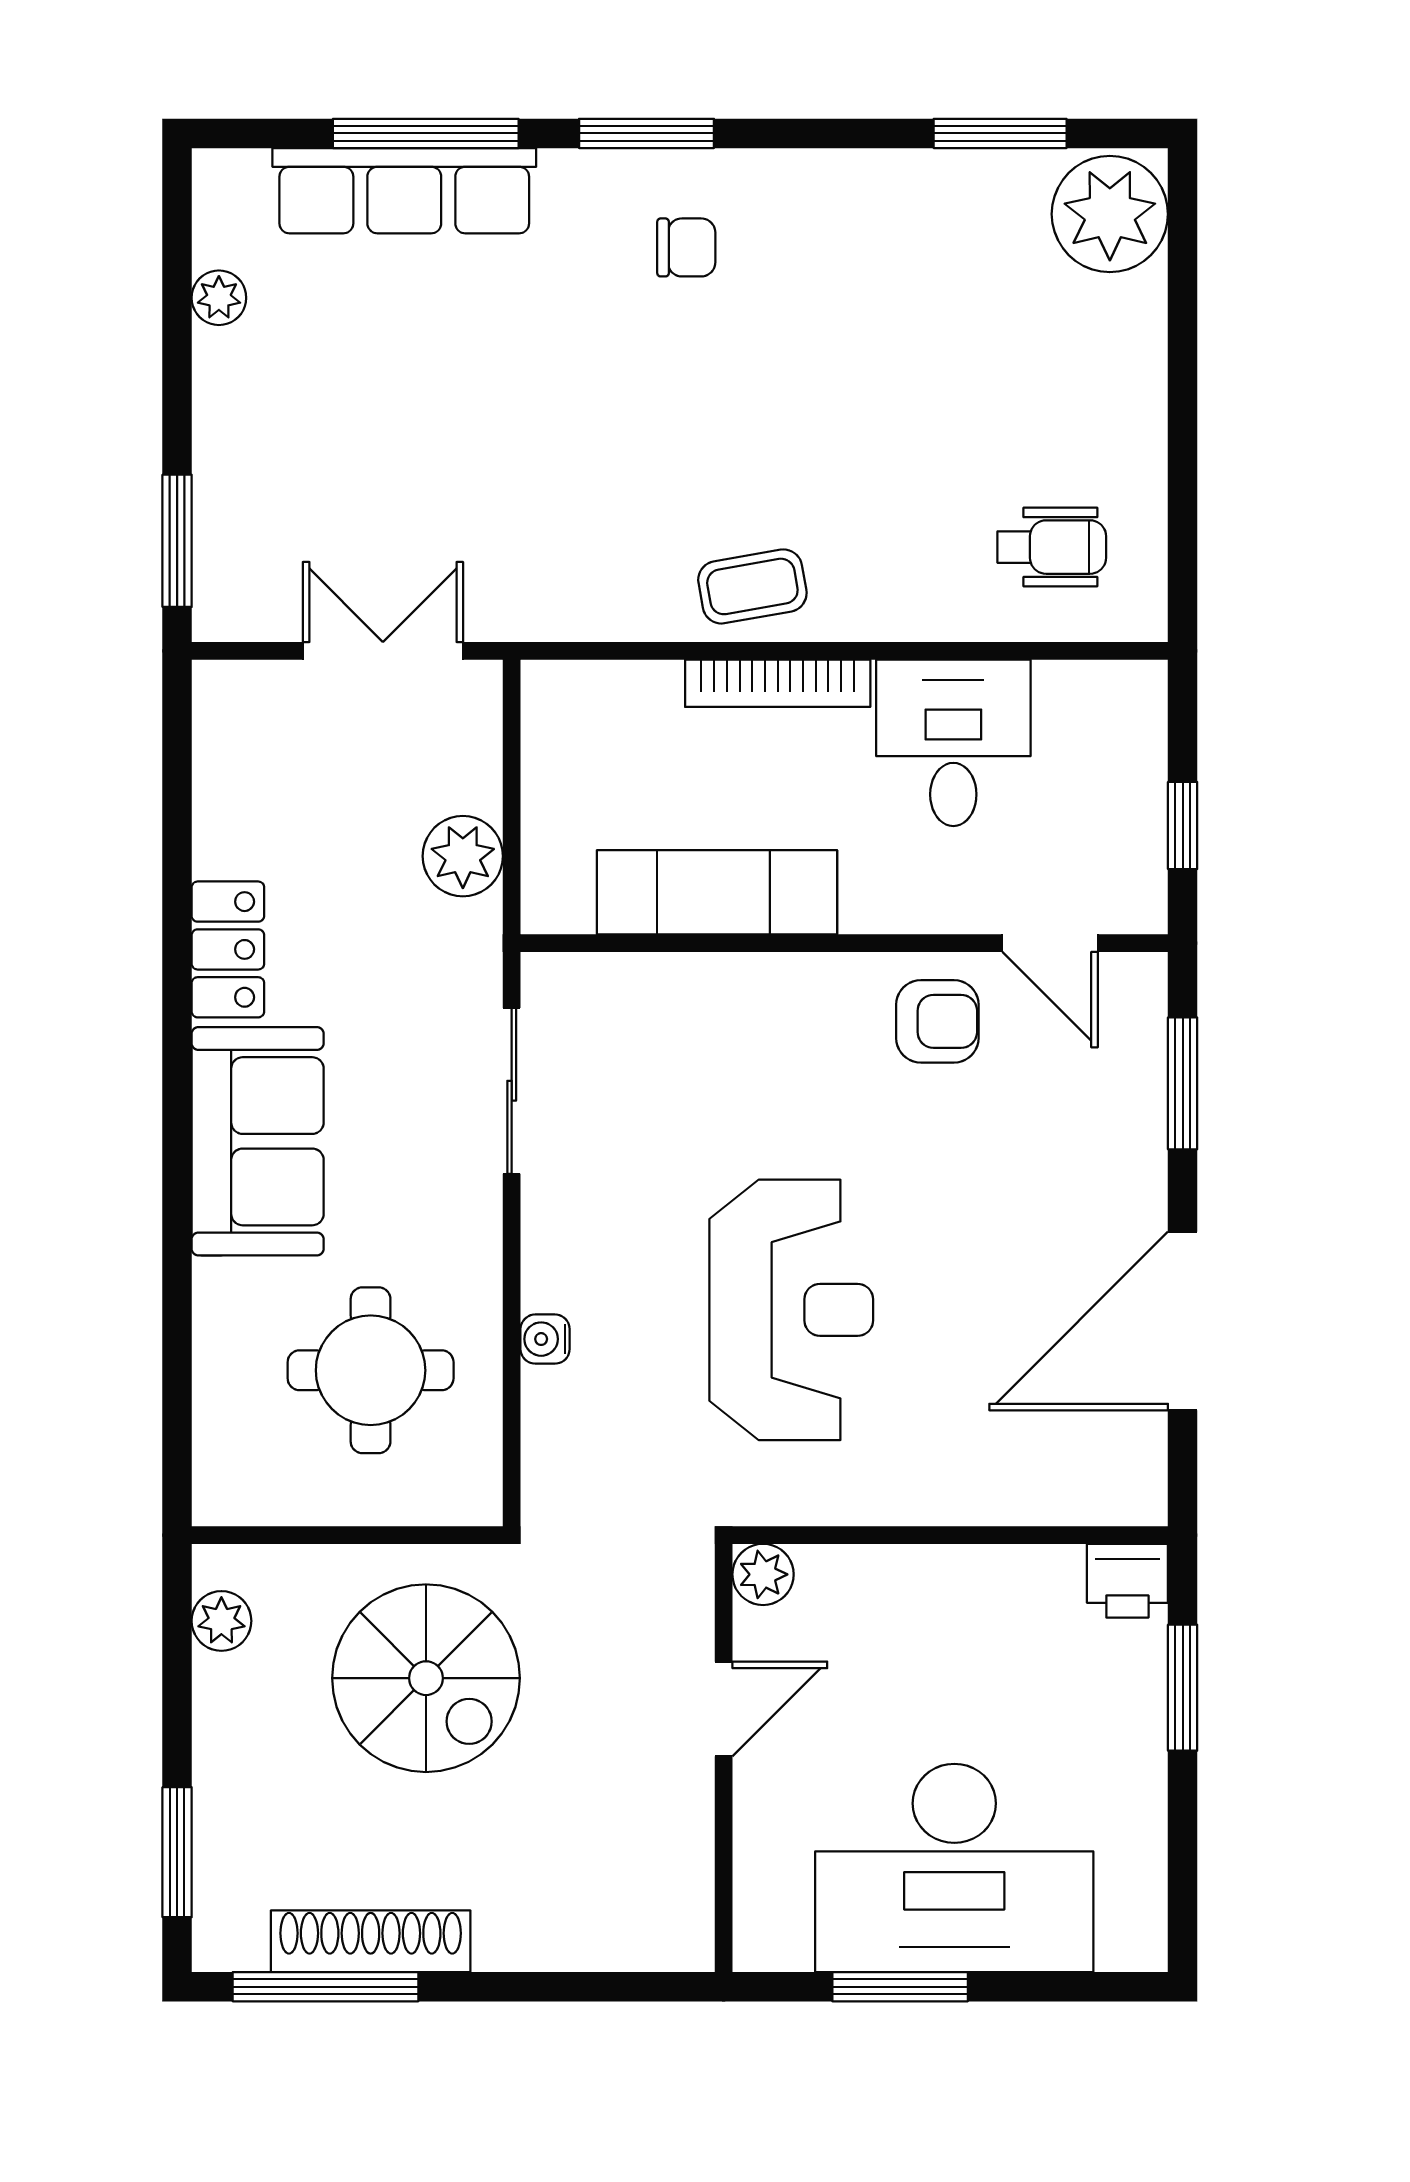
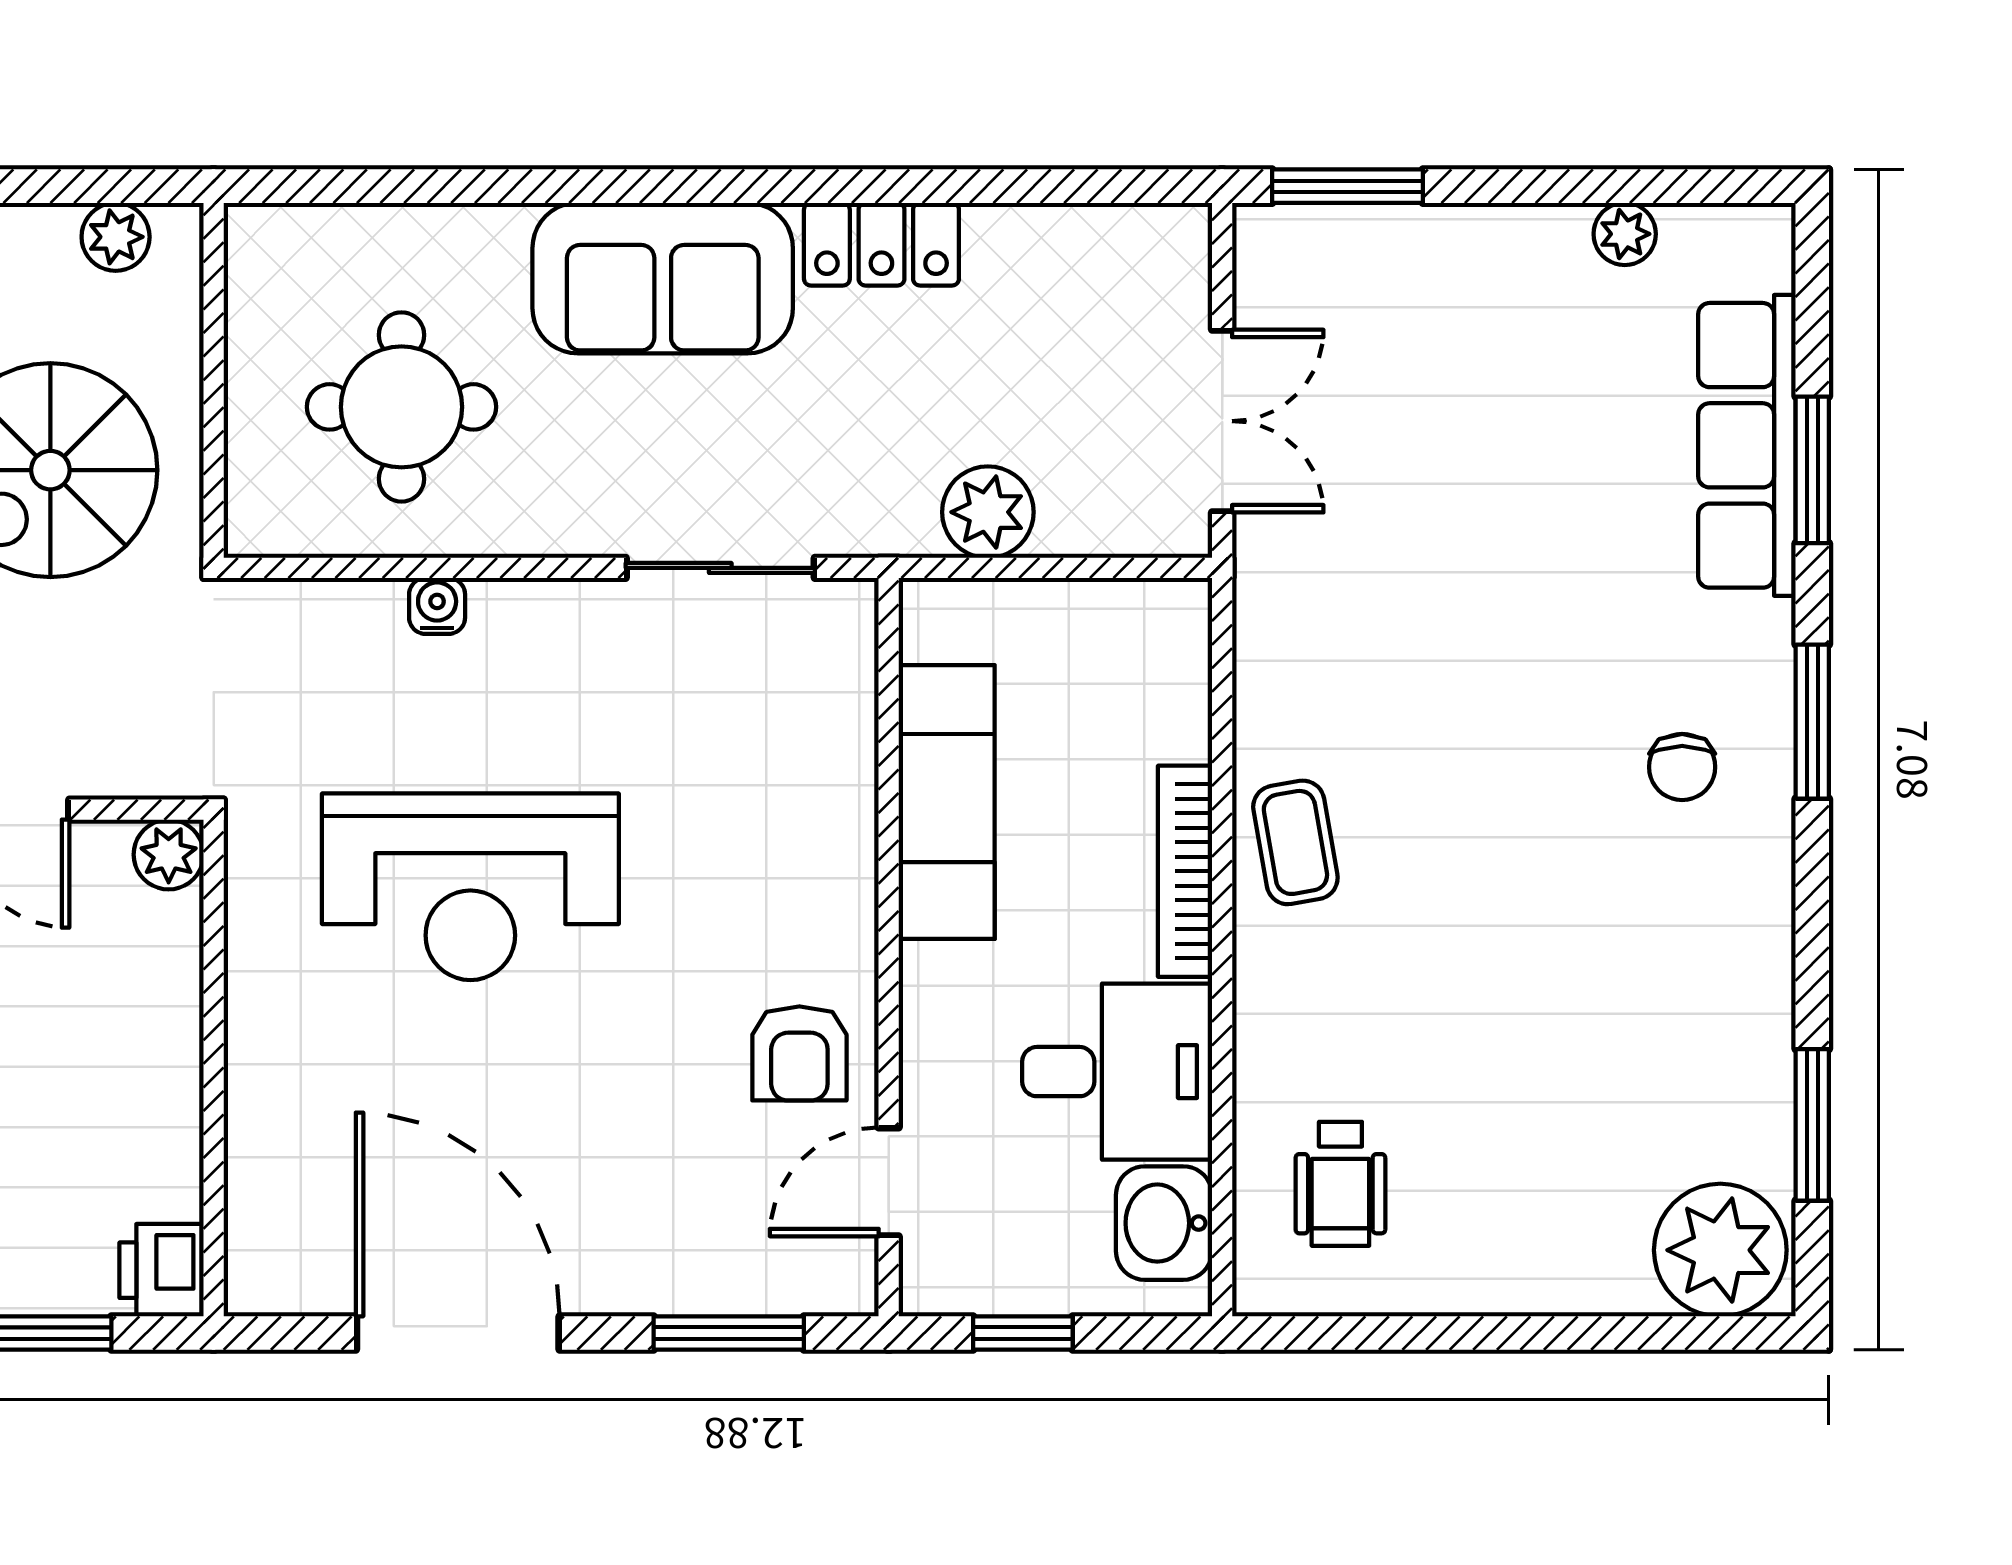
window: (426, 133) -> (1812, 470), width x0.69
washbasin: (1086, 702) -> (1164, 1223), added

